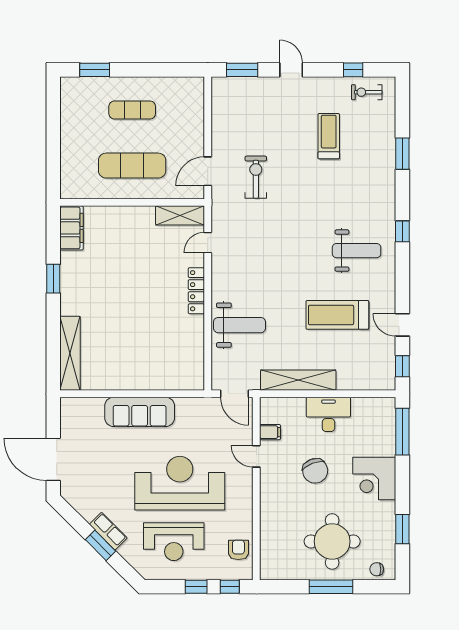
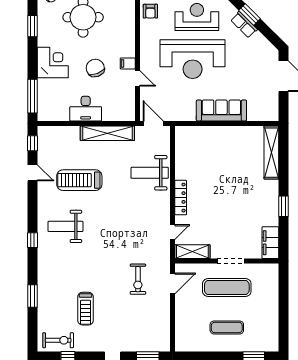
exercise bike: (367, 92) -> (58, 340), width x1.38, depth x1.39
doorway: (127, 202) -> (231, 261), added
treadmill: (337, 315) -> (79, 180), turned 180
filing cabinet: (270, 432) -> (128, 63), moved

